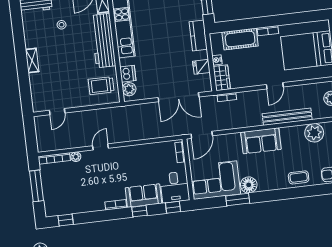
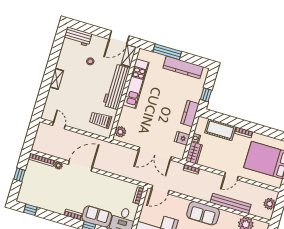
dishwasher: (128, 74) -> (124, 120), removed
door: (57, 112) -> (59, 125), swing flipped
door: (101, 147) -> (80, 166), width x1.88
window: (37, 186) -> (19, 175), width x0.46

